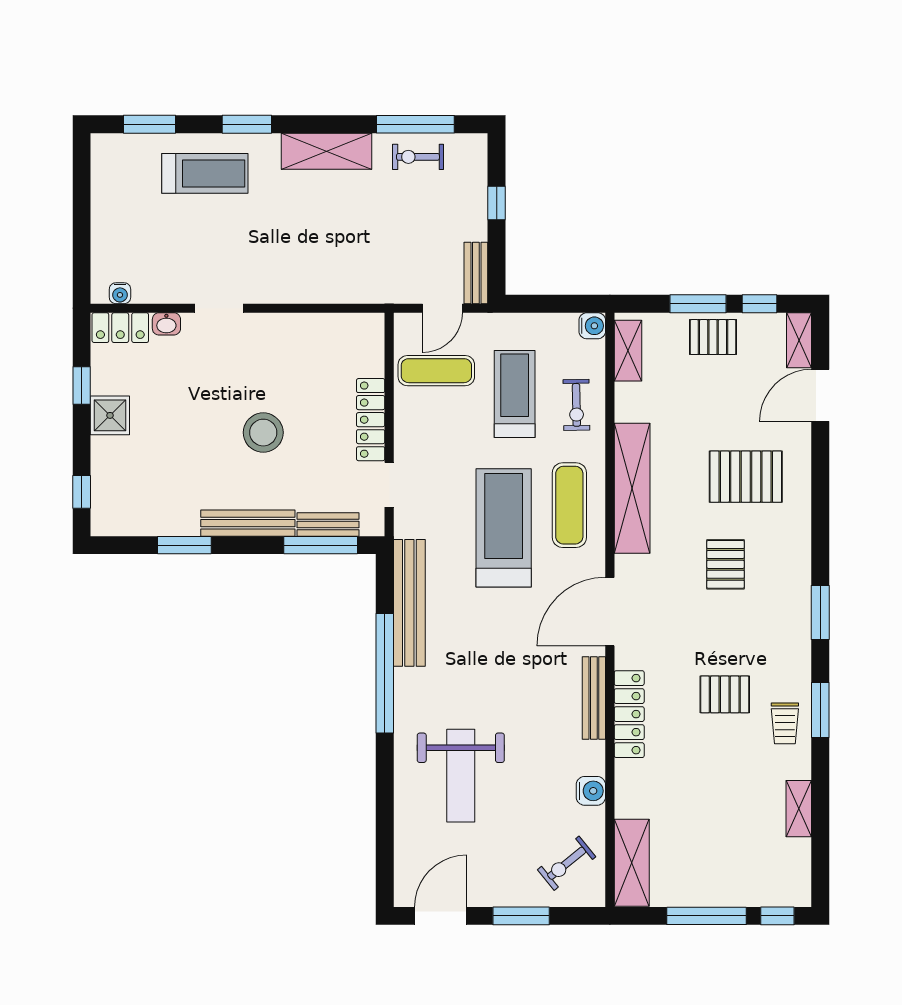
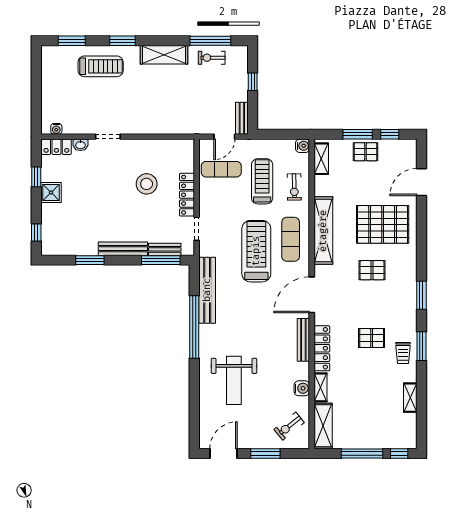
shelving: (799, 340) -> (320, 387), moved
stool: (263, 433) -> (147, 184), moved
pallet: (746, 477) -> (383, 224), width x1.37, depth x1.41
pallet: (726, 564) -> (372, 270), turned 90

